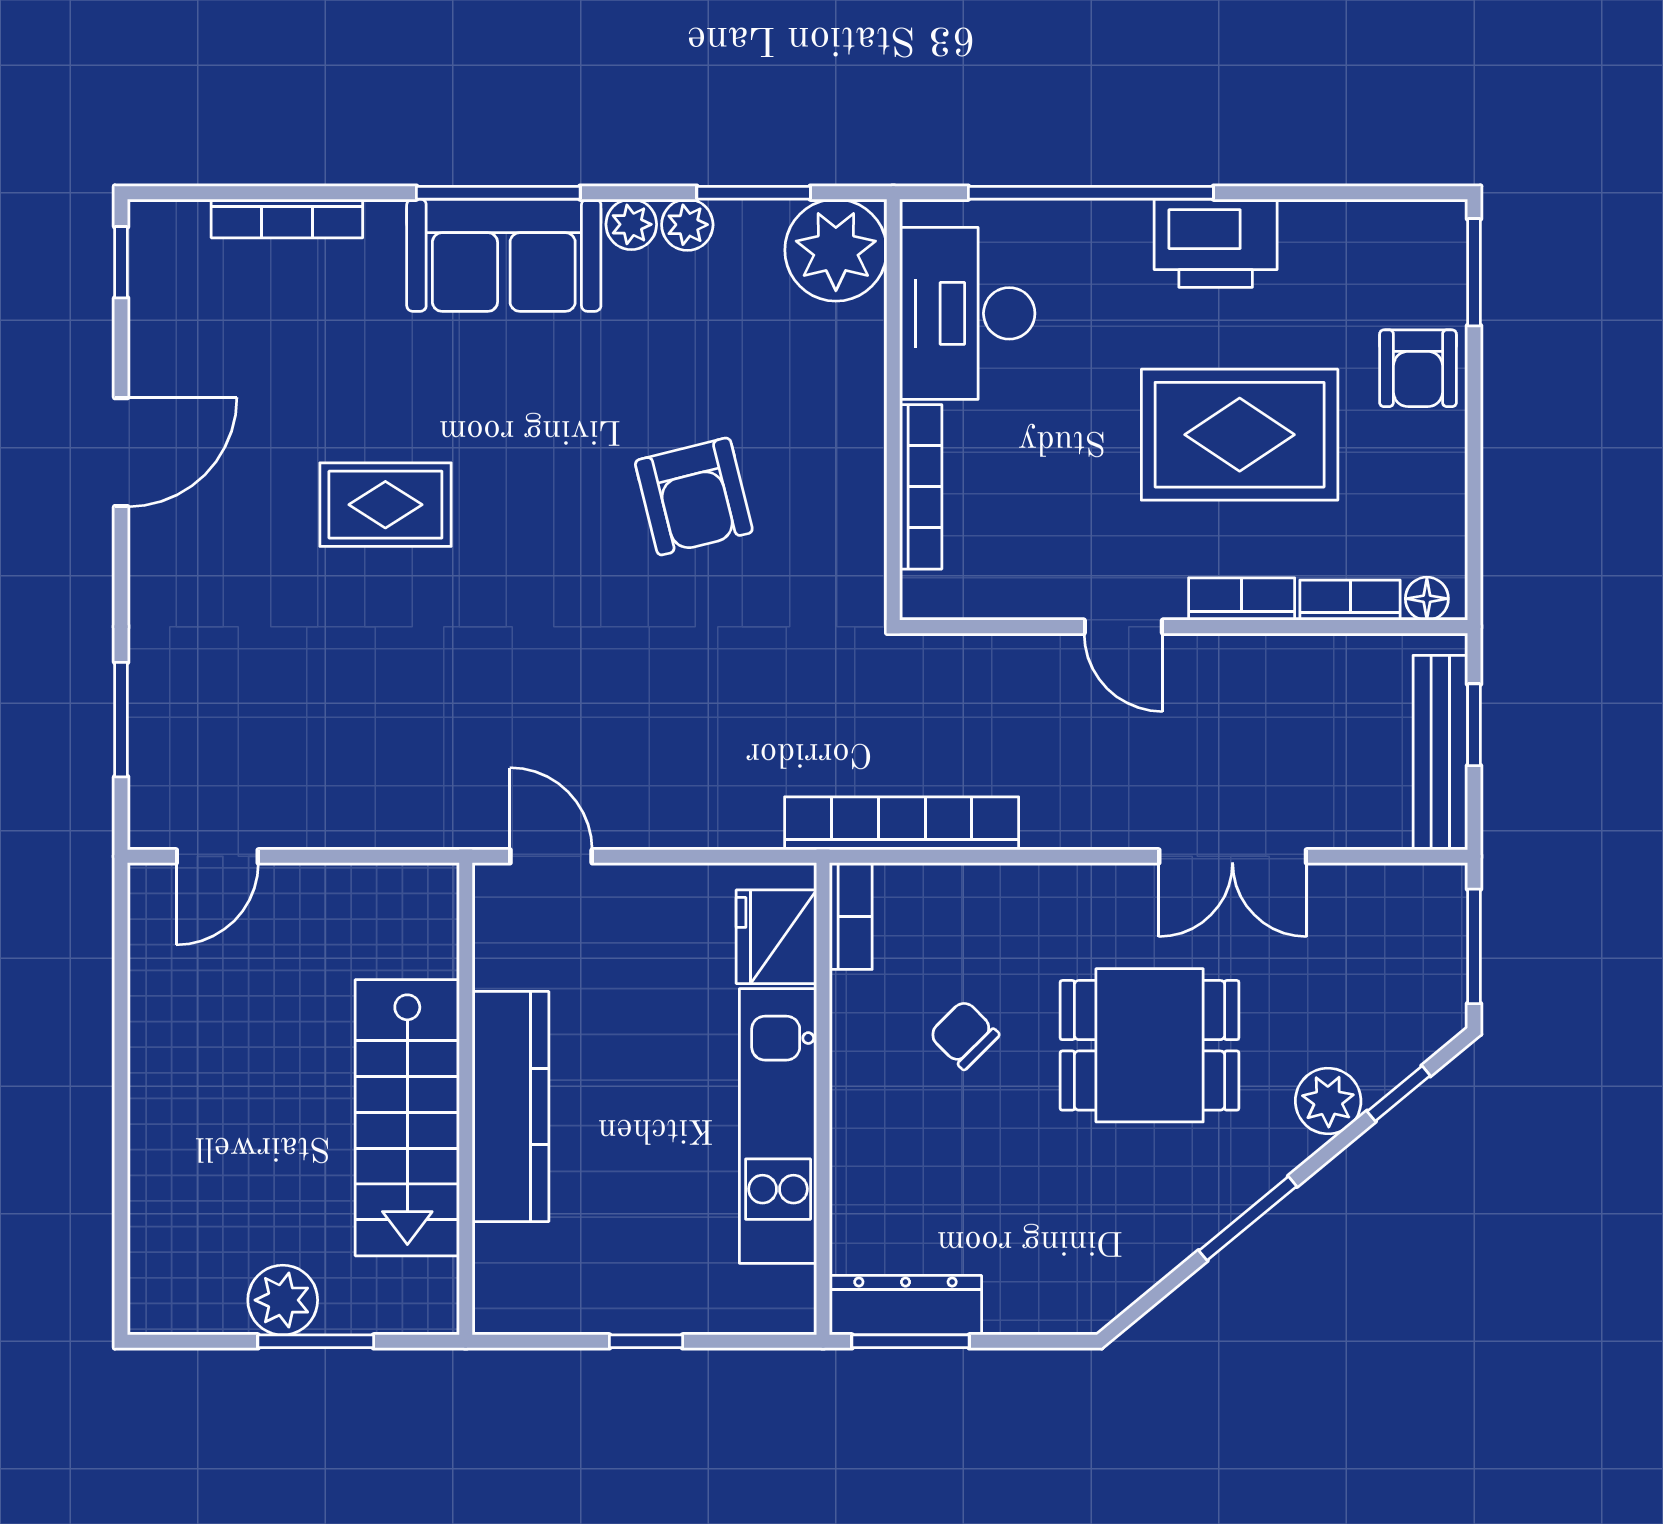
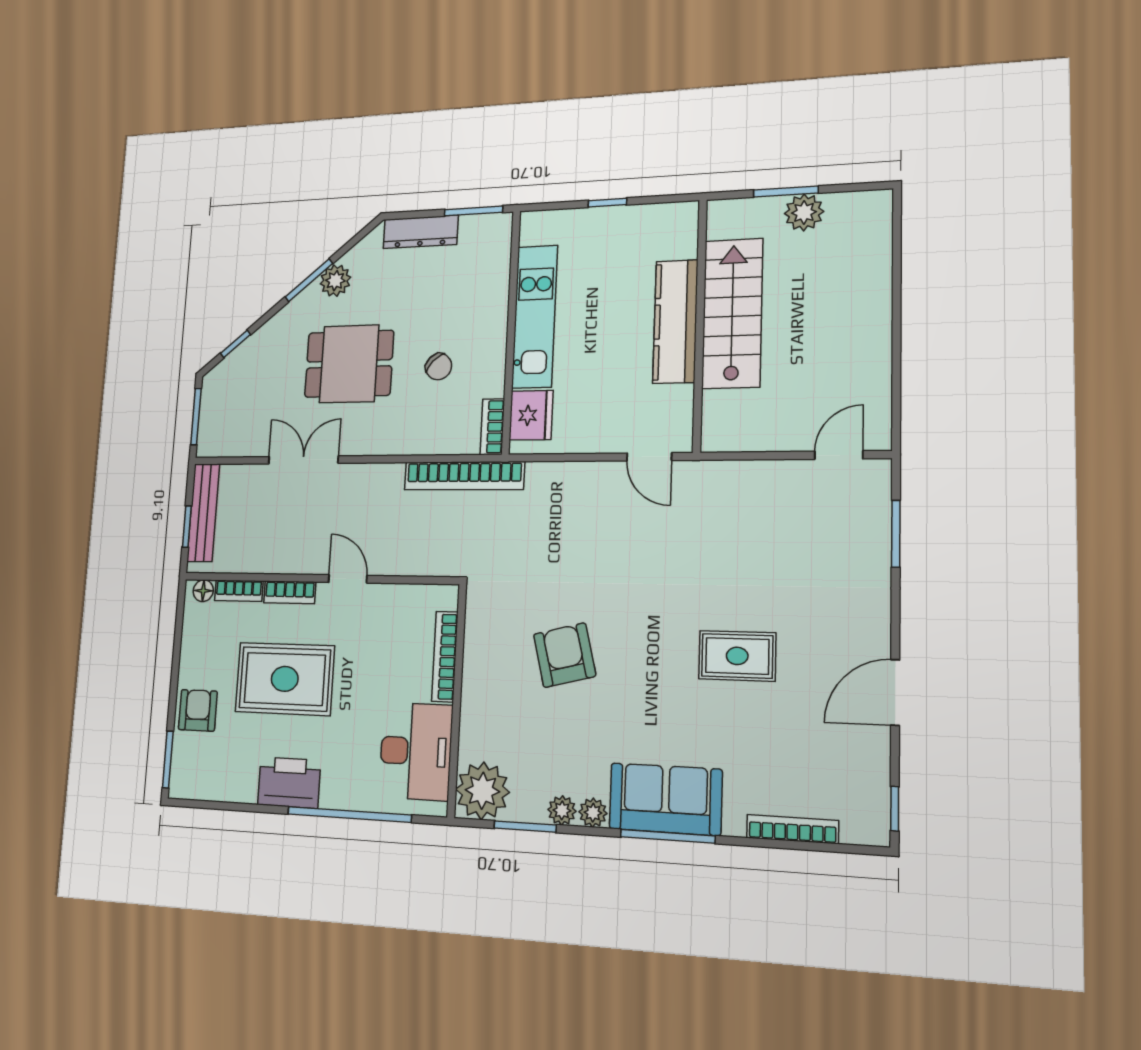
plant: (1328, 1101) -> (335, 281), moved
dresser: (905, 1305) -> (421, 232), moved

